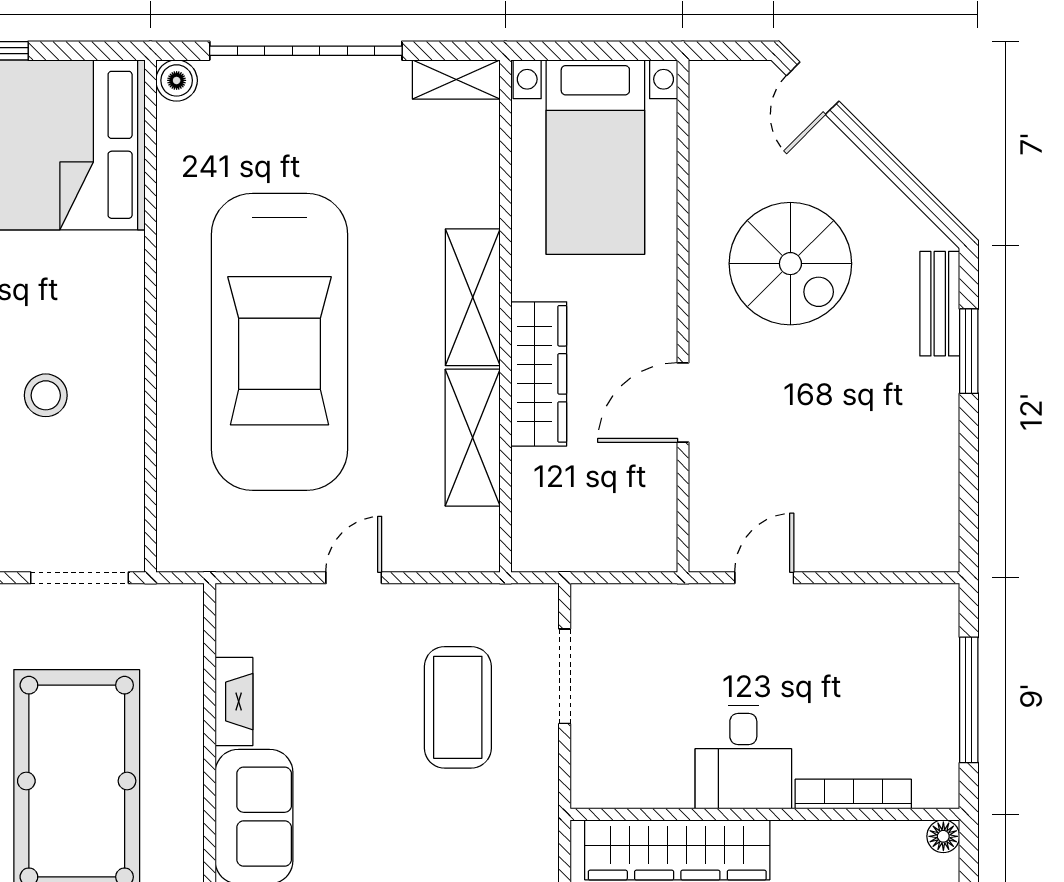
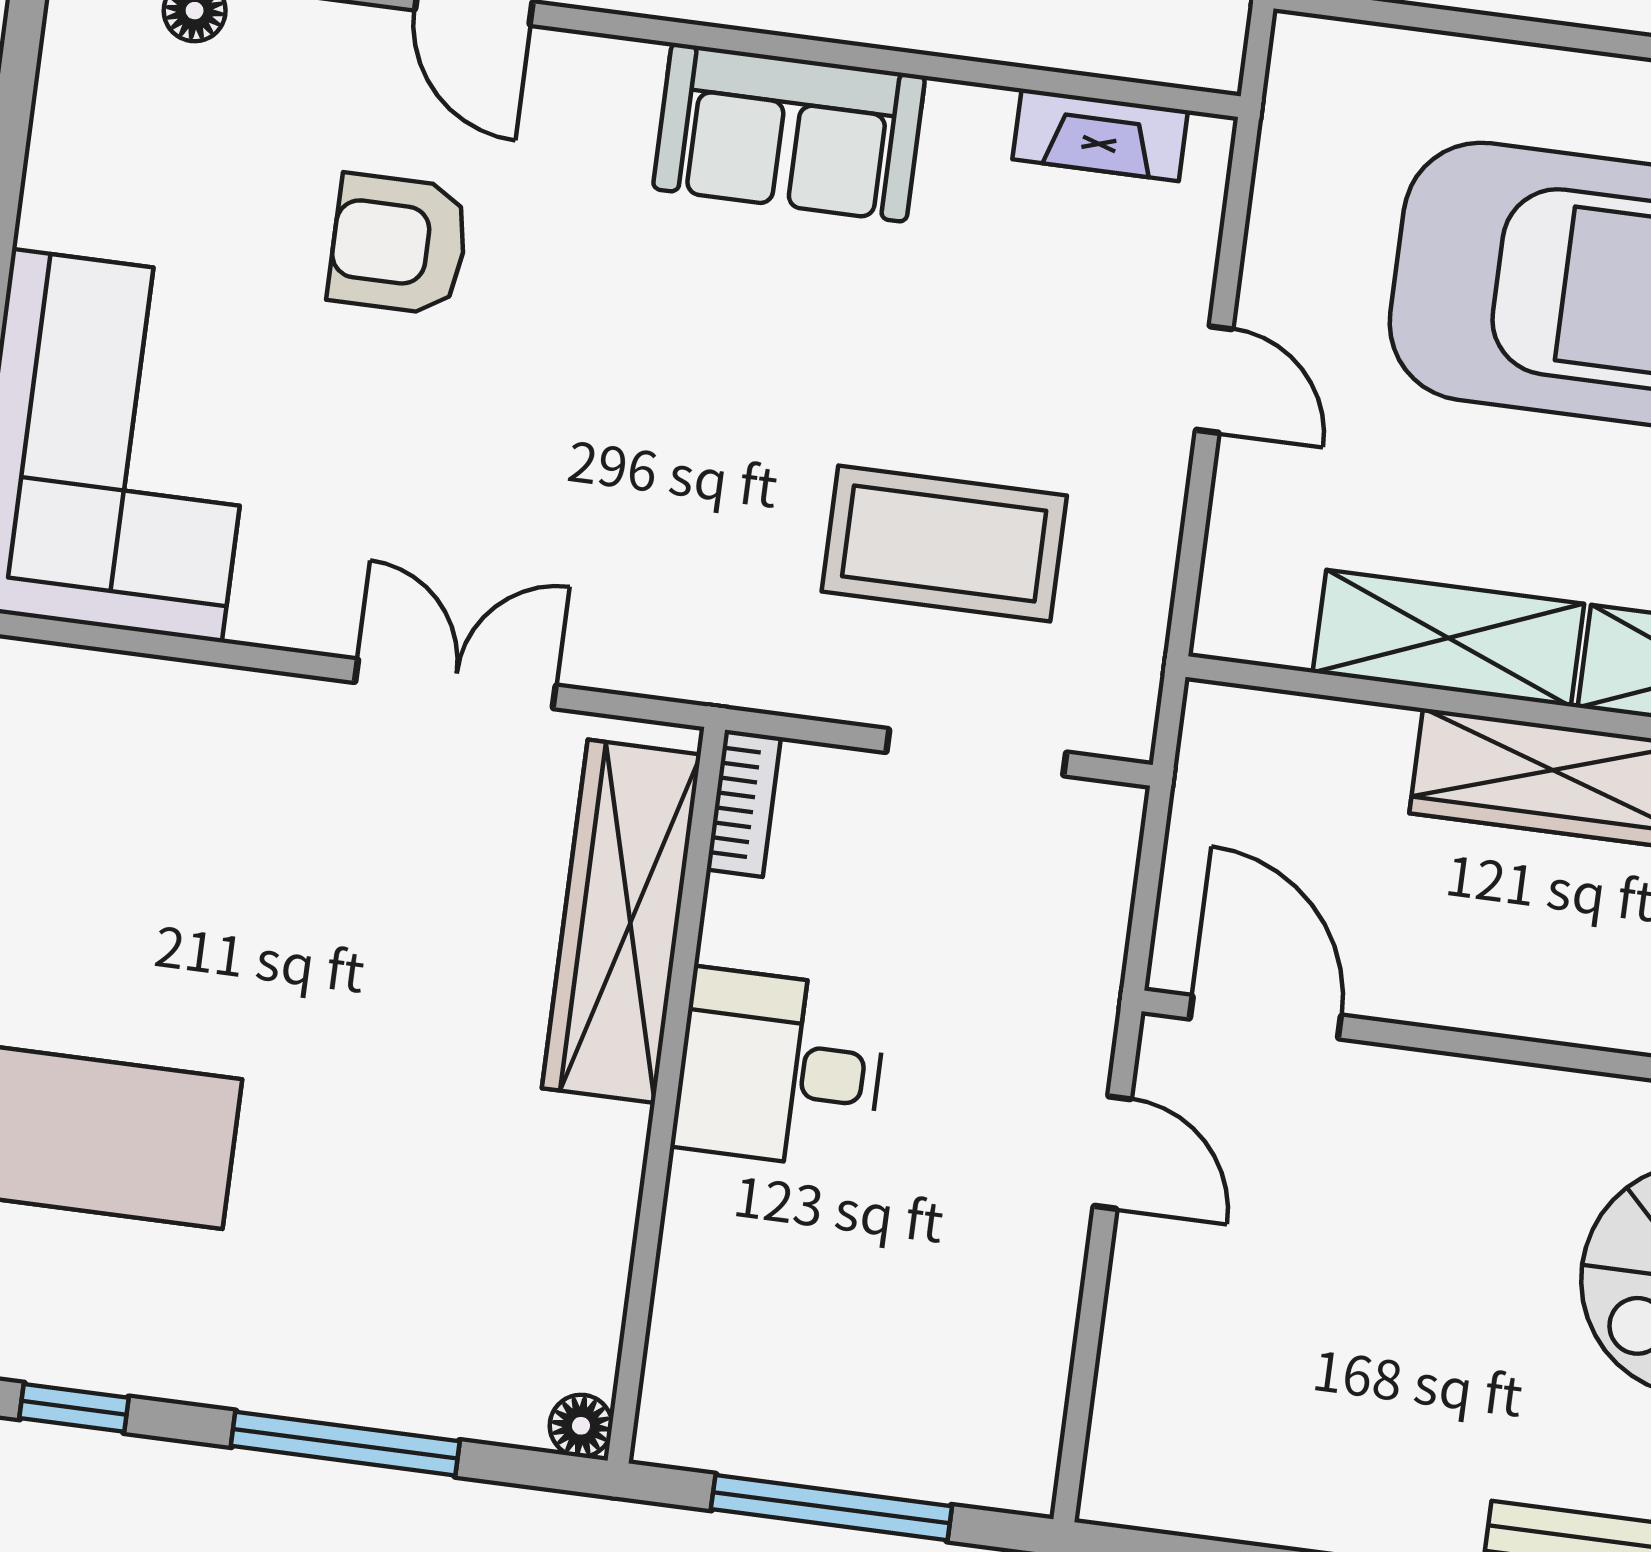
door: (683, 403) -> (1265, 1017), moved
fireplace: (234, 702) -> (1100, 135), moved
bookcase: (853, 794) -> (744, 803), moved, width x0.64

